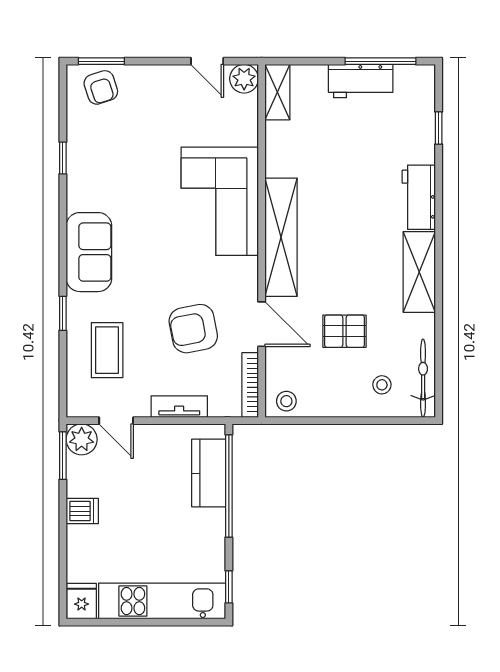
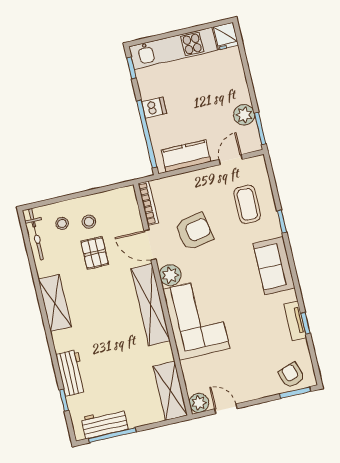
workbench: (361, 81) -> (105, 423), moved
shelving: (277, 92) -> (170, 391), width x1.50, depth x1.33
workbench: (419, 197) -> (71, 373), moved
plant: (243, 273) -> (170, 275), added
pallet: (344, 331) -> (95, 253), turned 90
stool: (286, 401) -> (89, 222), moved
tv unit: (179, 407) -> (295, 321), moved, turned 90
door: (116, 421) -> (231, 159), hinge flipped
plant: (82, 439) -> (244, 115), moved
kitchen counter: (209, 473) -> (186, 156), moved, turned -90
dishwasher: (82, 511) -> (154, 108), moved, turned 180

